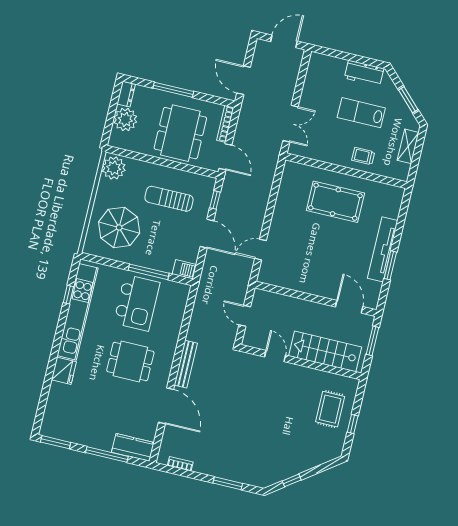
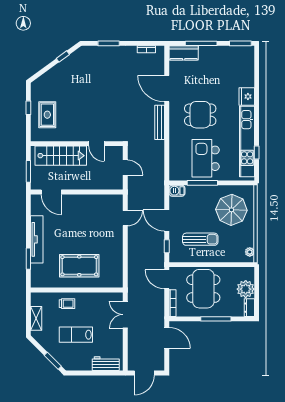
workbench: (364, 73) -> (106, 364), moved
window: (408, 100) -> (53, 361), moved
lab bench: (361, 113) -> (76, 335), turned 180
plant: (114, 168) -> (250, 252), width x0.53, depth x0.53
window: (390, 265) -> (28, 259), moved

